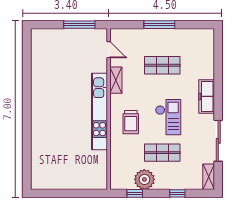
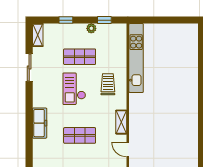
freezer: (207, 96) -> (40, 123), moved
kitchen unit: (99, 111) -> (136, 58), moved
sliding door: (218, 141) -> (29, 67), width x0.73
plant: (144, 179) -> (91, 28), width x0.53, depth x0.53

